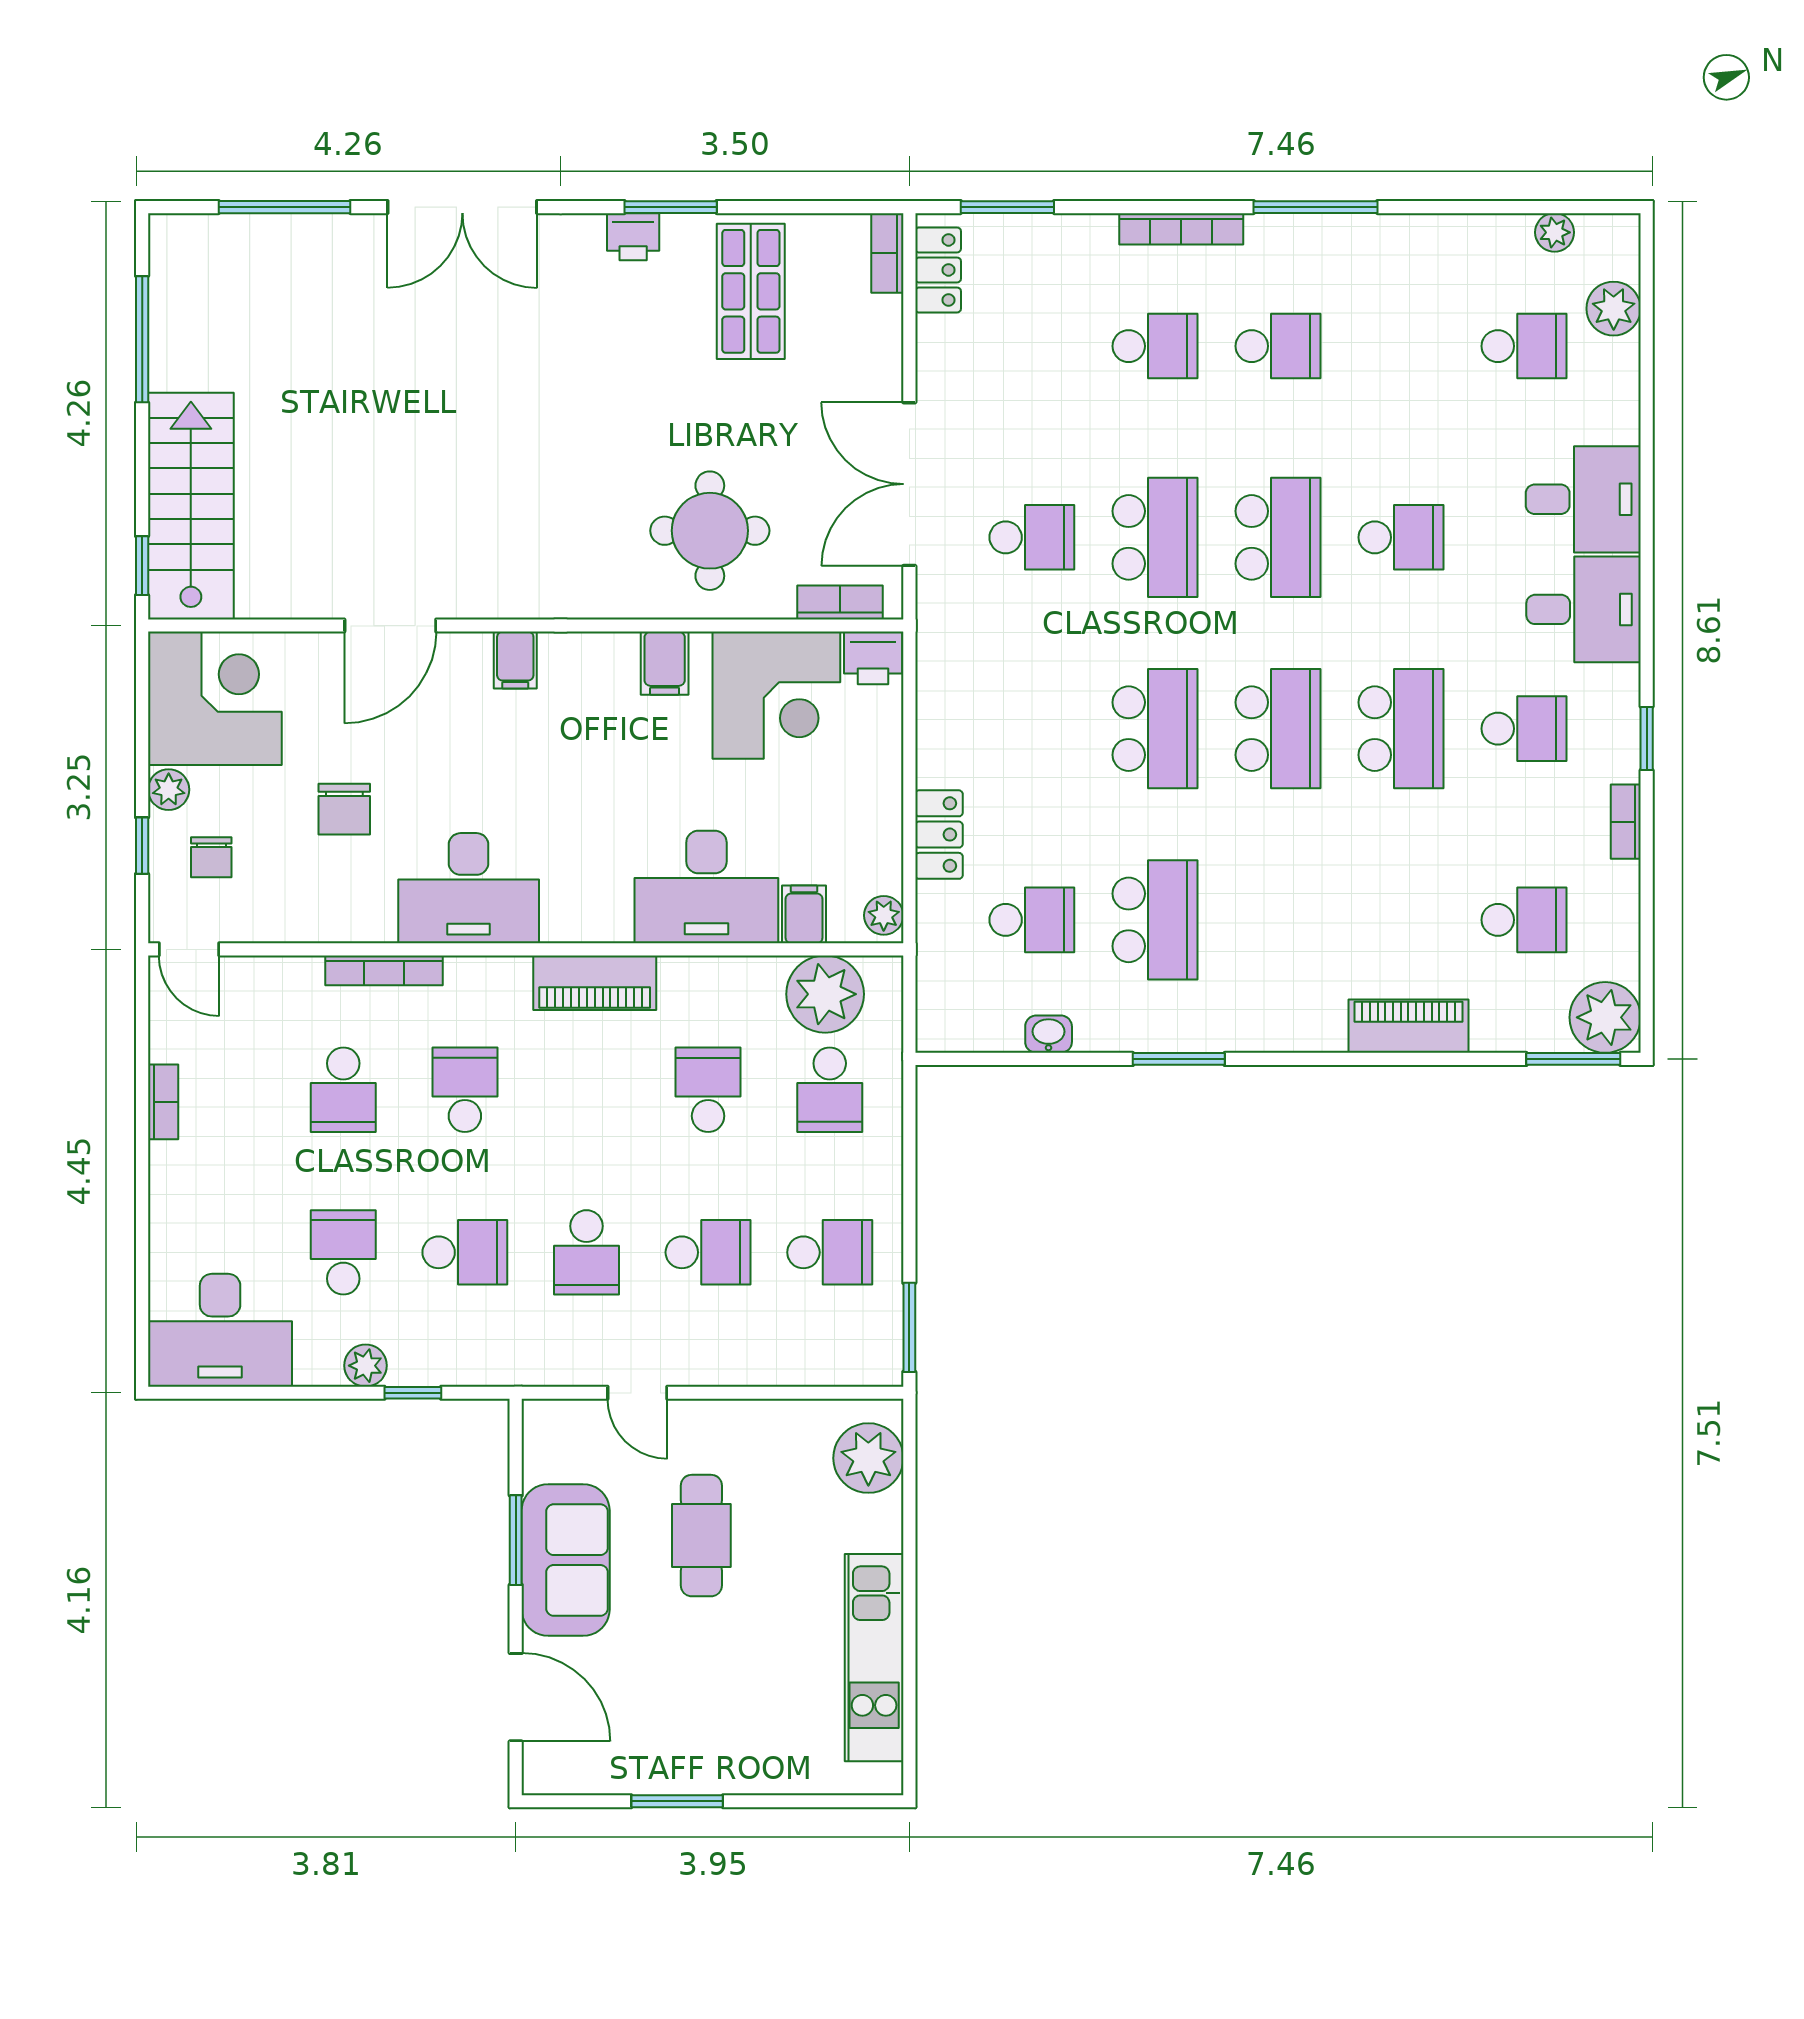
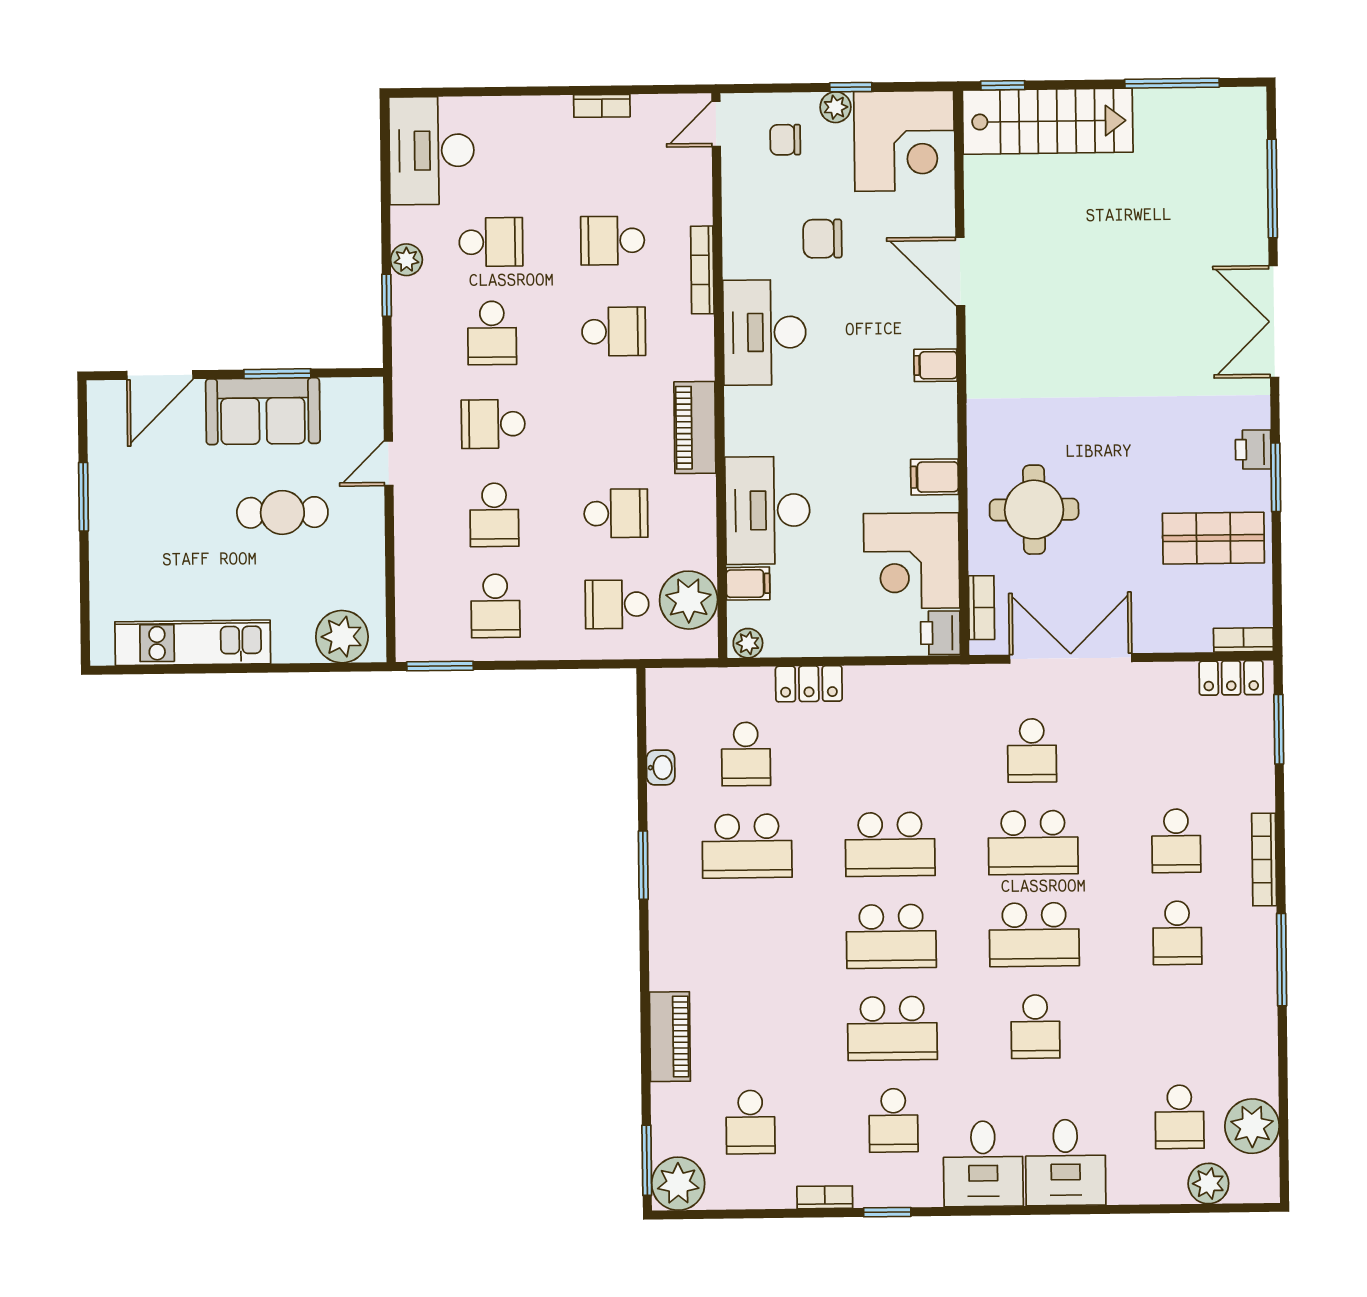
plant: (1555, 232) -> (1252, 1126), width x1.88, depth x1.88
window: (142, 846) -> (851, 87), moved

